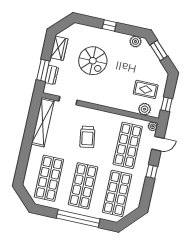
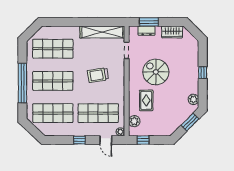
spiral stairs: (93, 61) -> (156, 72), moved, turned 90
rug: (146, 89) -> (146, 100), moved

